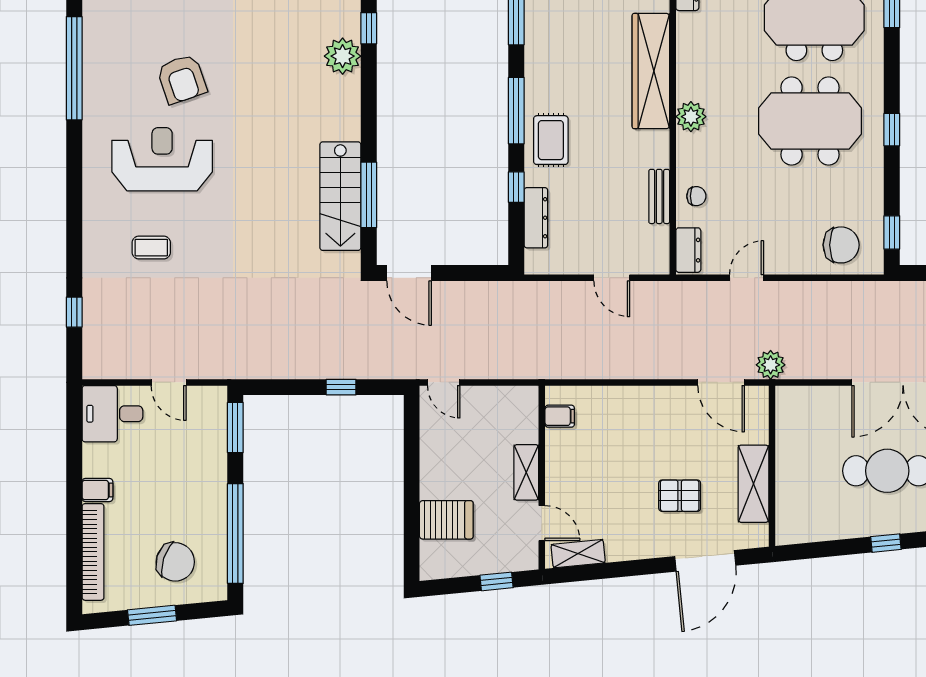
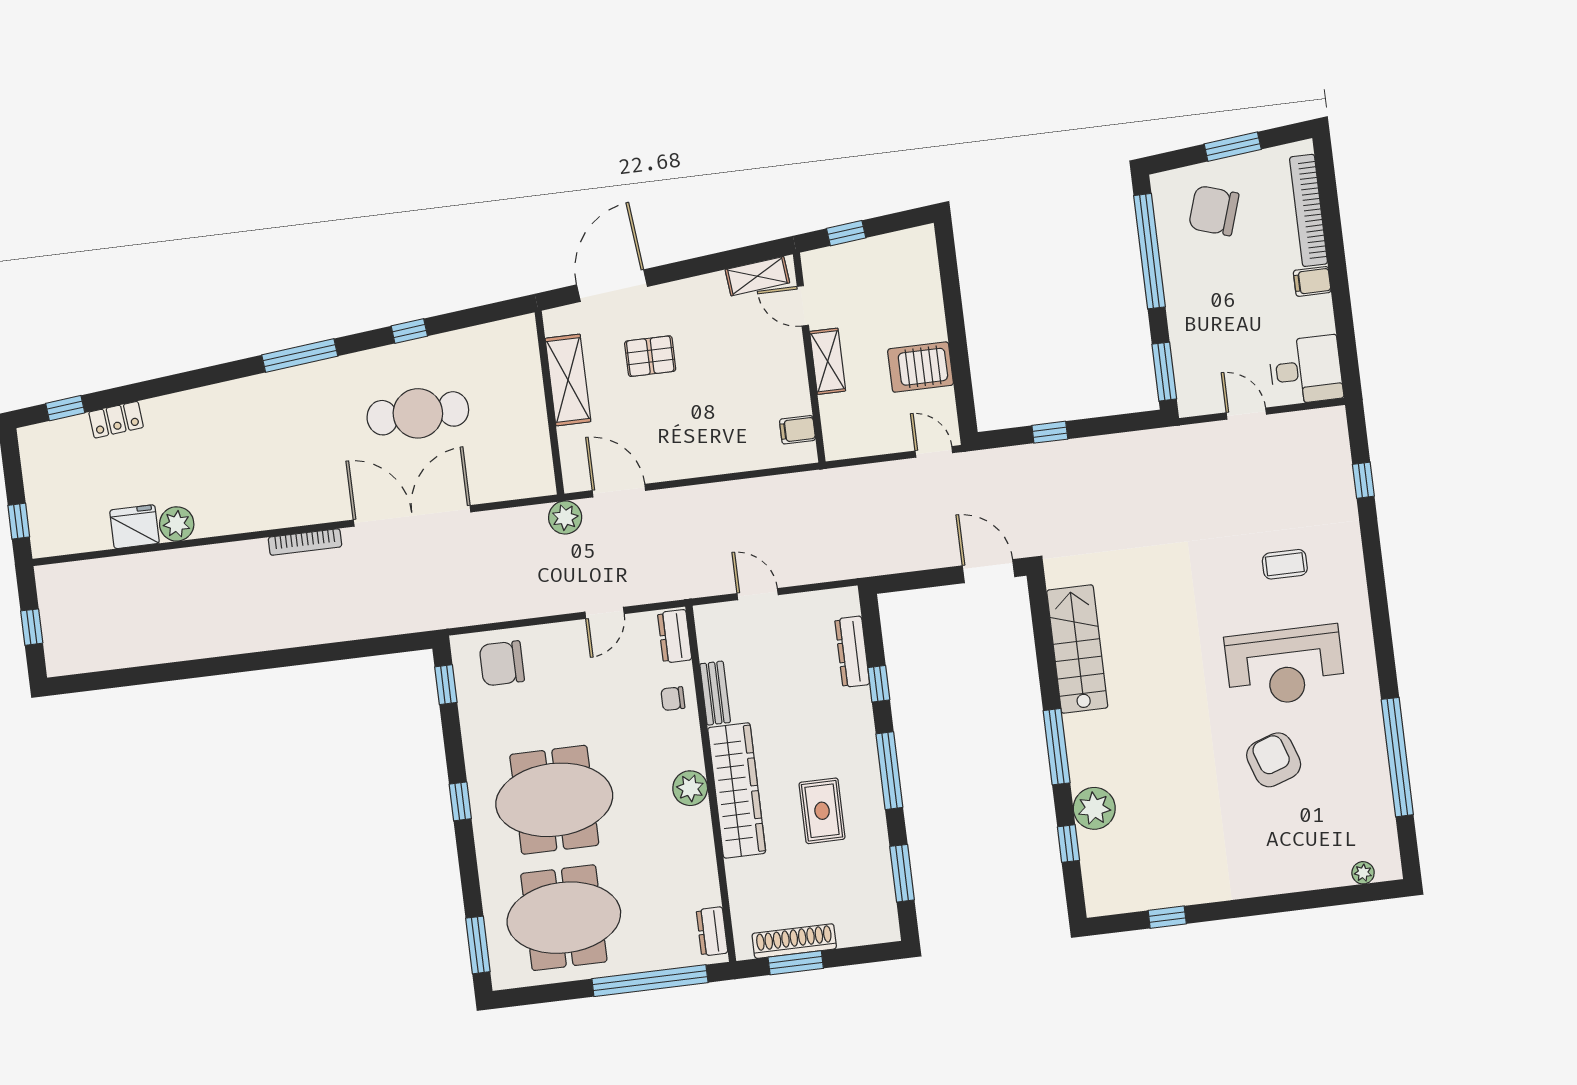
wardrobe: (651, 71) -> (737, 790), moved
rug: (551, 140) -> (822, 811), moved
window: (369, 195) -> (1057, 747), moved
server rack: (446, 520) -> (921, 367), moved

